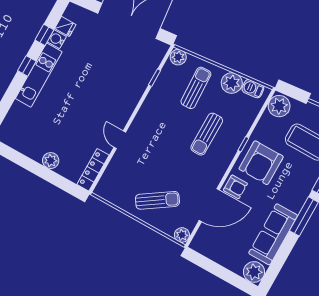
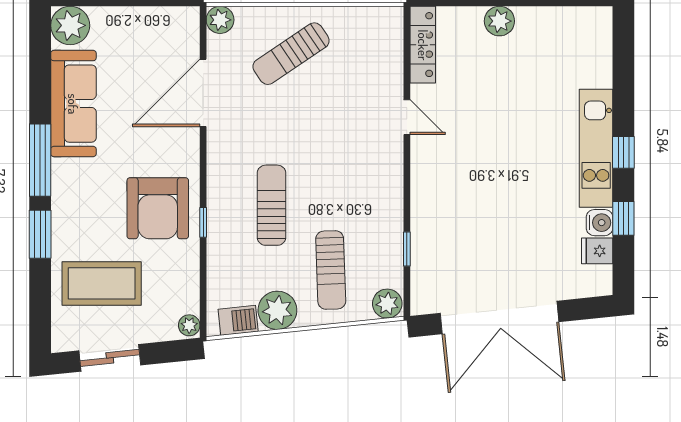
plant: (279, 106) -> (189, 325), width x0.53, depth x0.53
armchair: (261, 163) -> (158, 208), turned 180
armchair: (235, 187) -> (177, 146), removed

